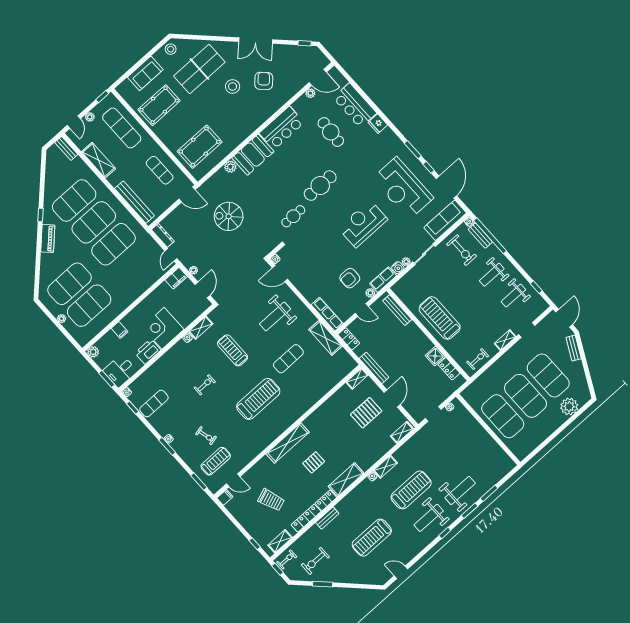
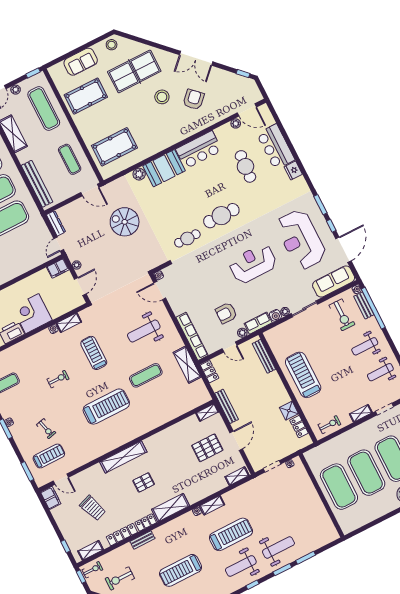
row of seats: (327, 314) -> (192, 336), width x1.36
filing cabinet: (225, 497) -> (51, 498), width x2.00

